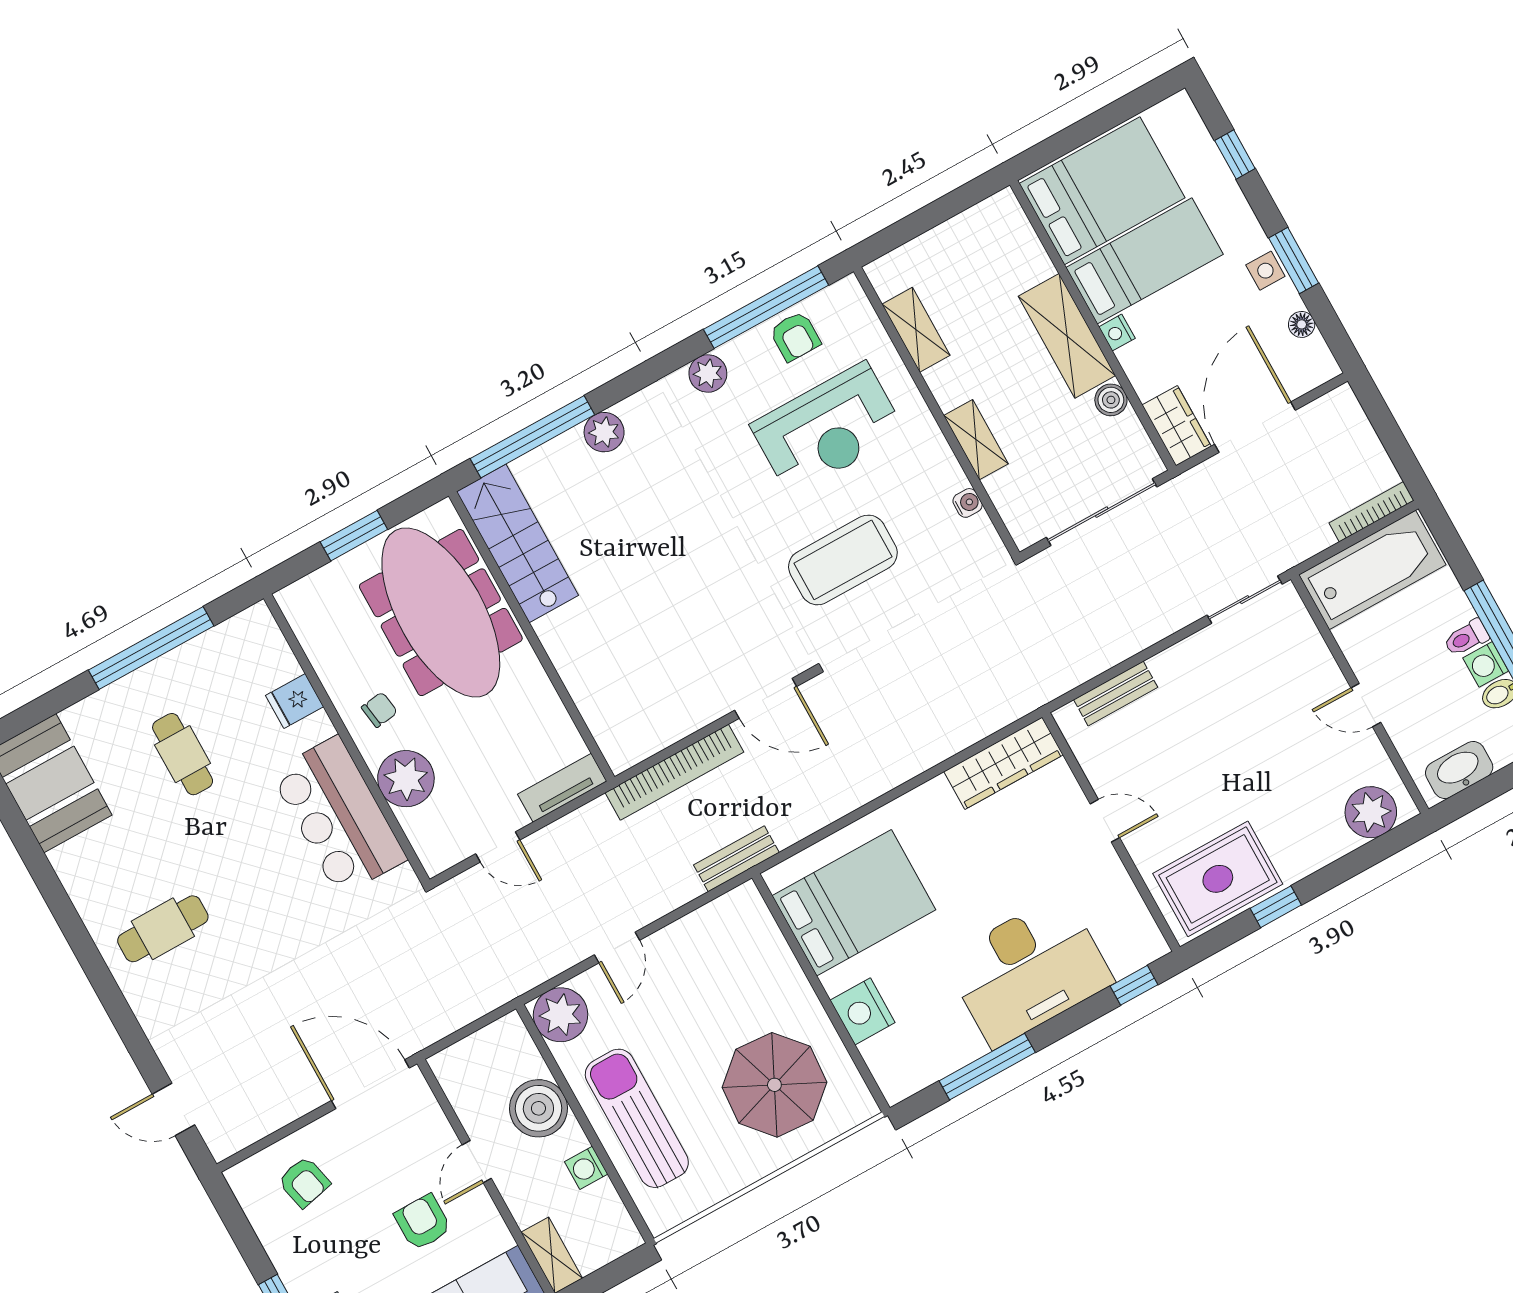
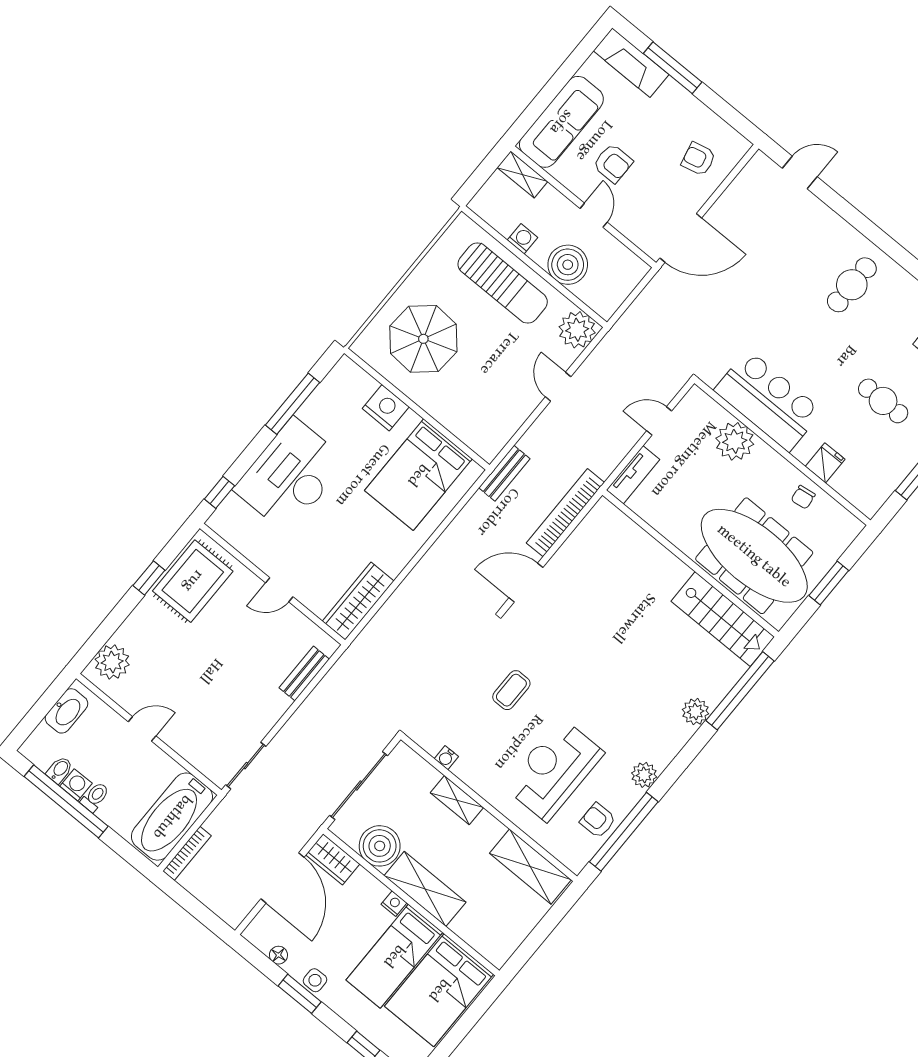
shelving: (916, 330) -> (530, 867), width x1.50, depth x1.33
boiler: (1111, 400) -> (380, 846), width x1.86, depth x1.86
coffee table: (843, 560) -> (511, 690), width x0.54, depth x0.58
chair: (379, 710) -> (803, 497), moved

